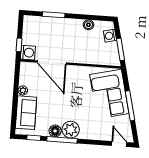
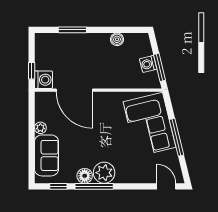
washing machine: (110, 36) -> (148, 64), moved

